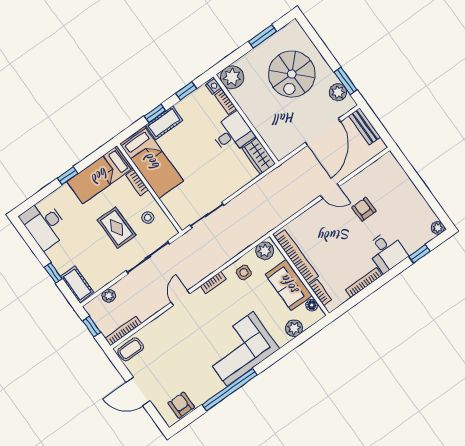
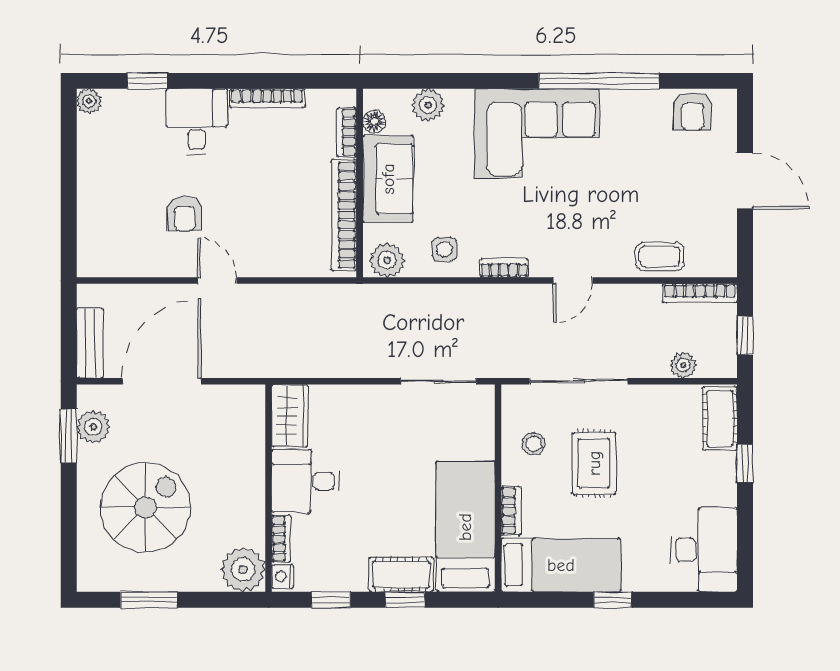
coffee table: (131, 349) -> (660, 257), moved

